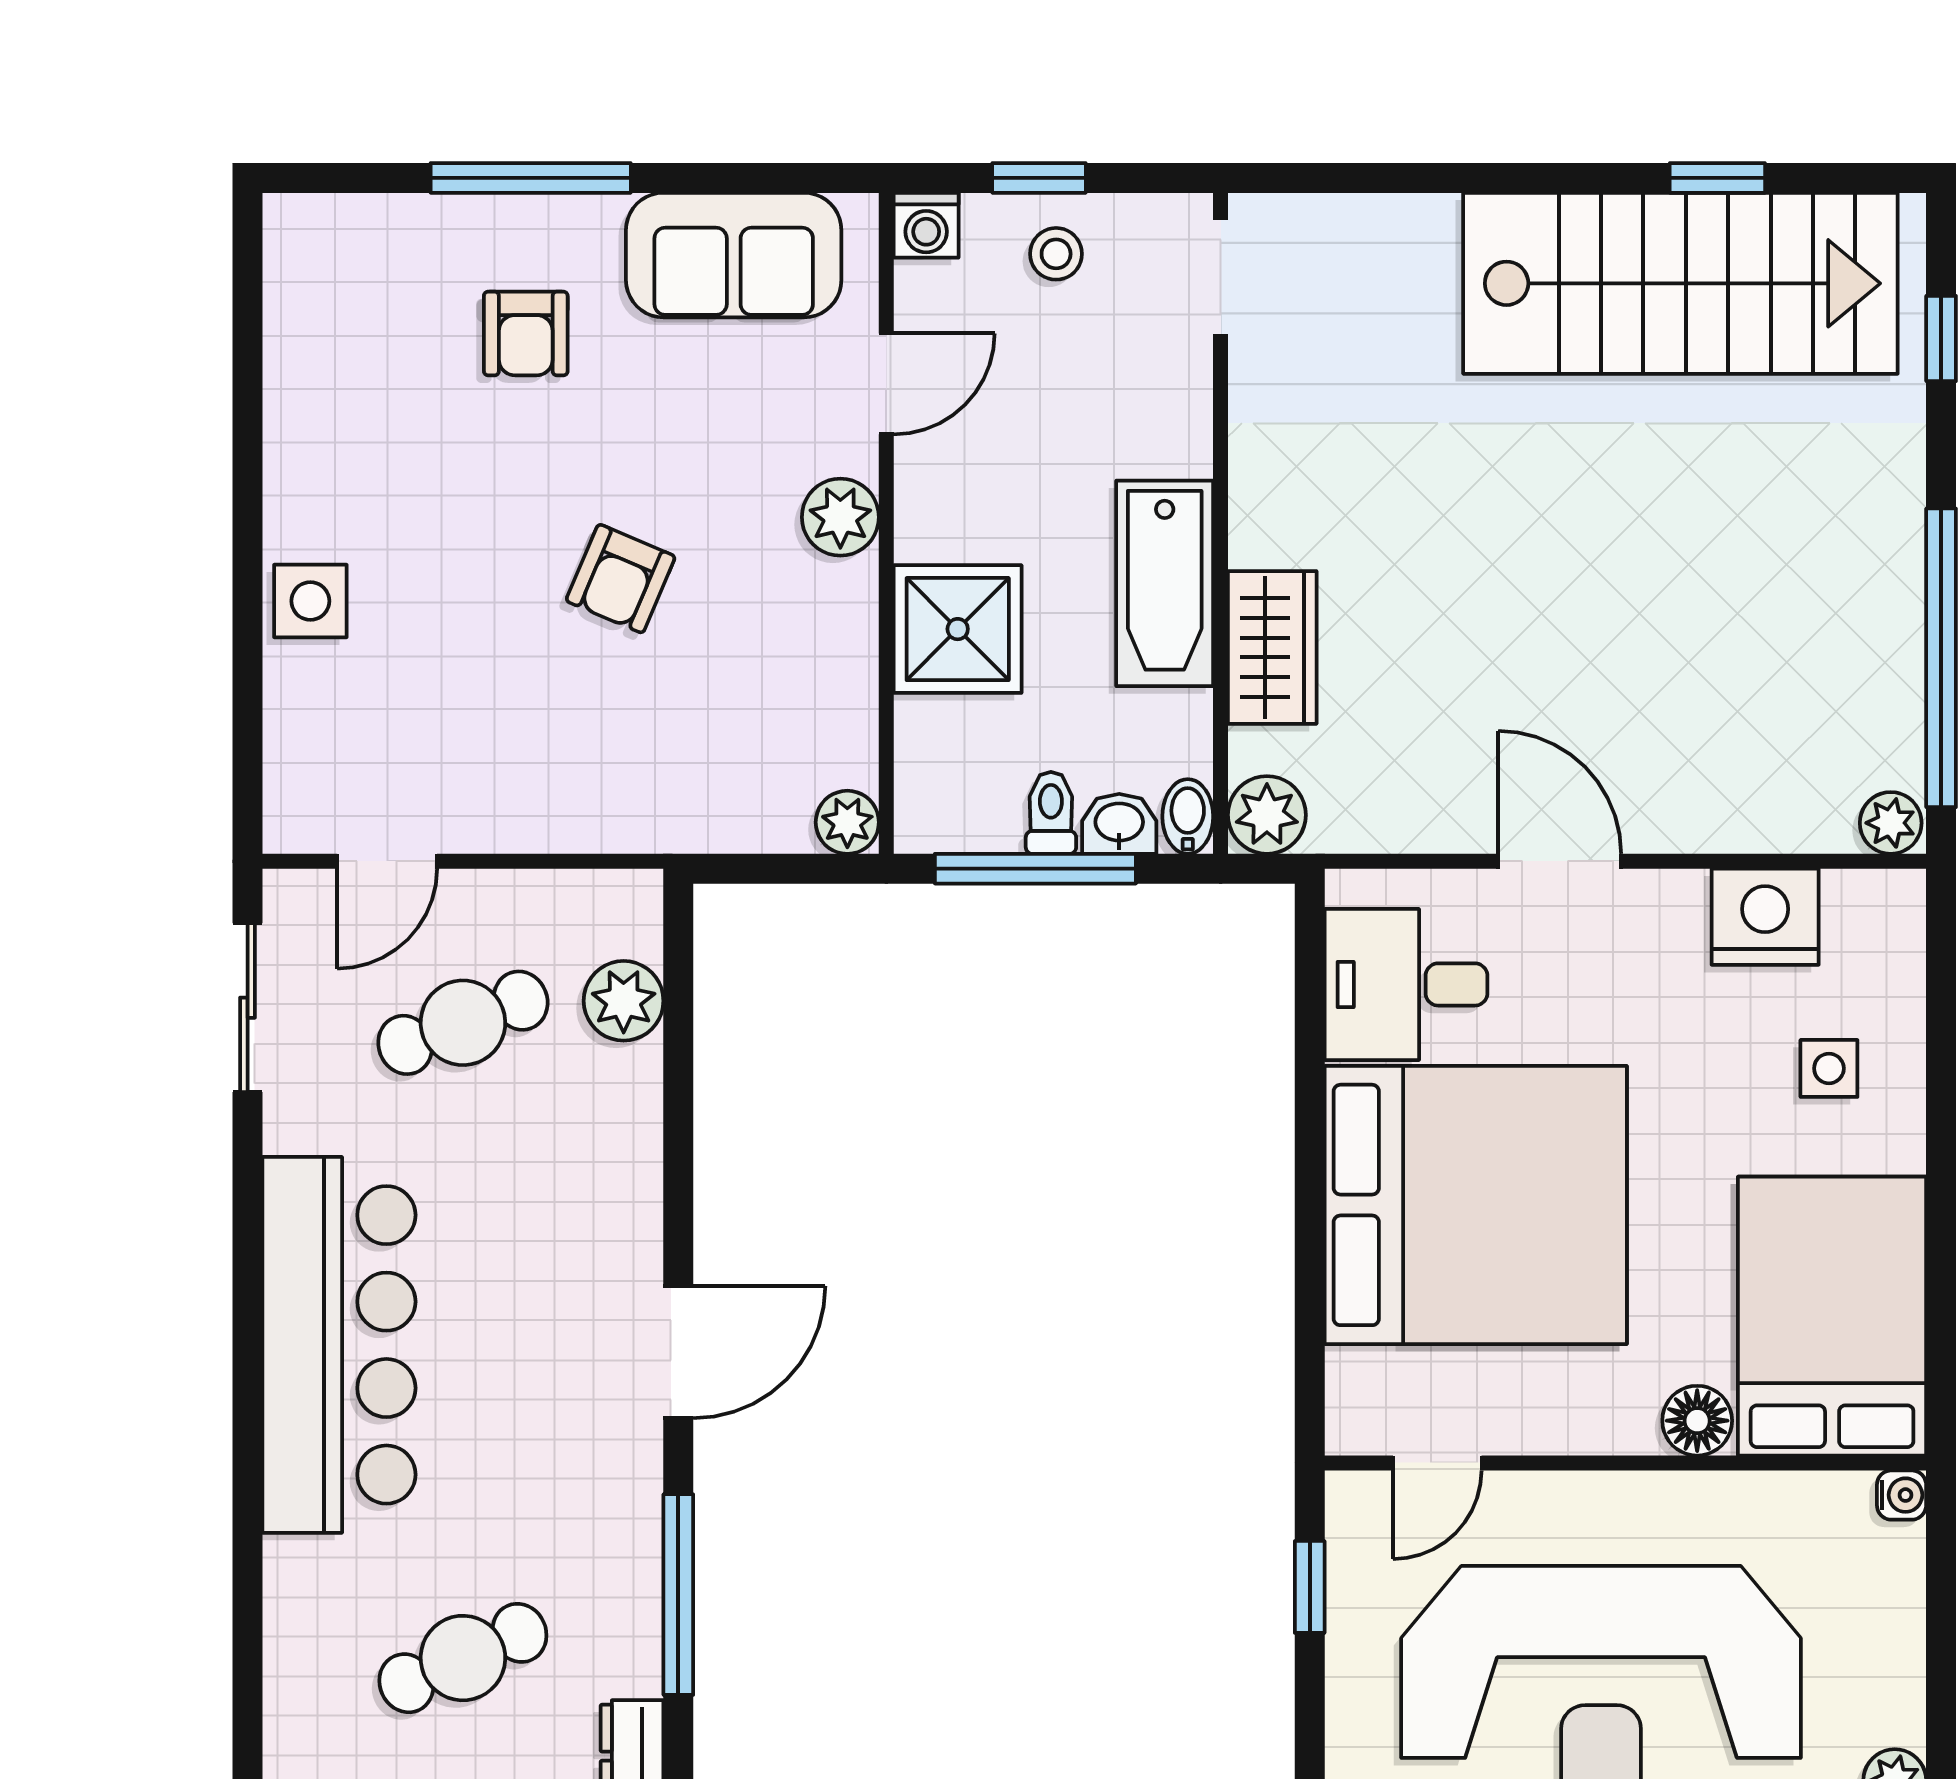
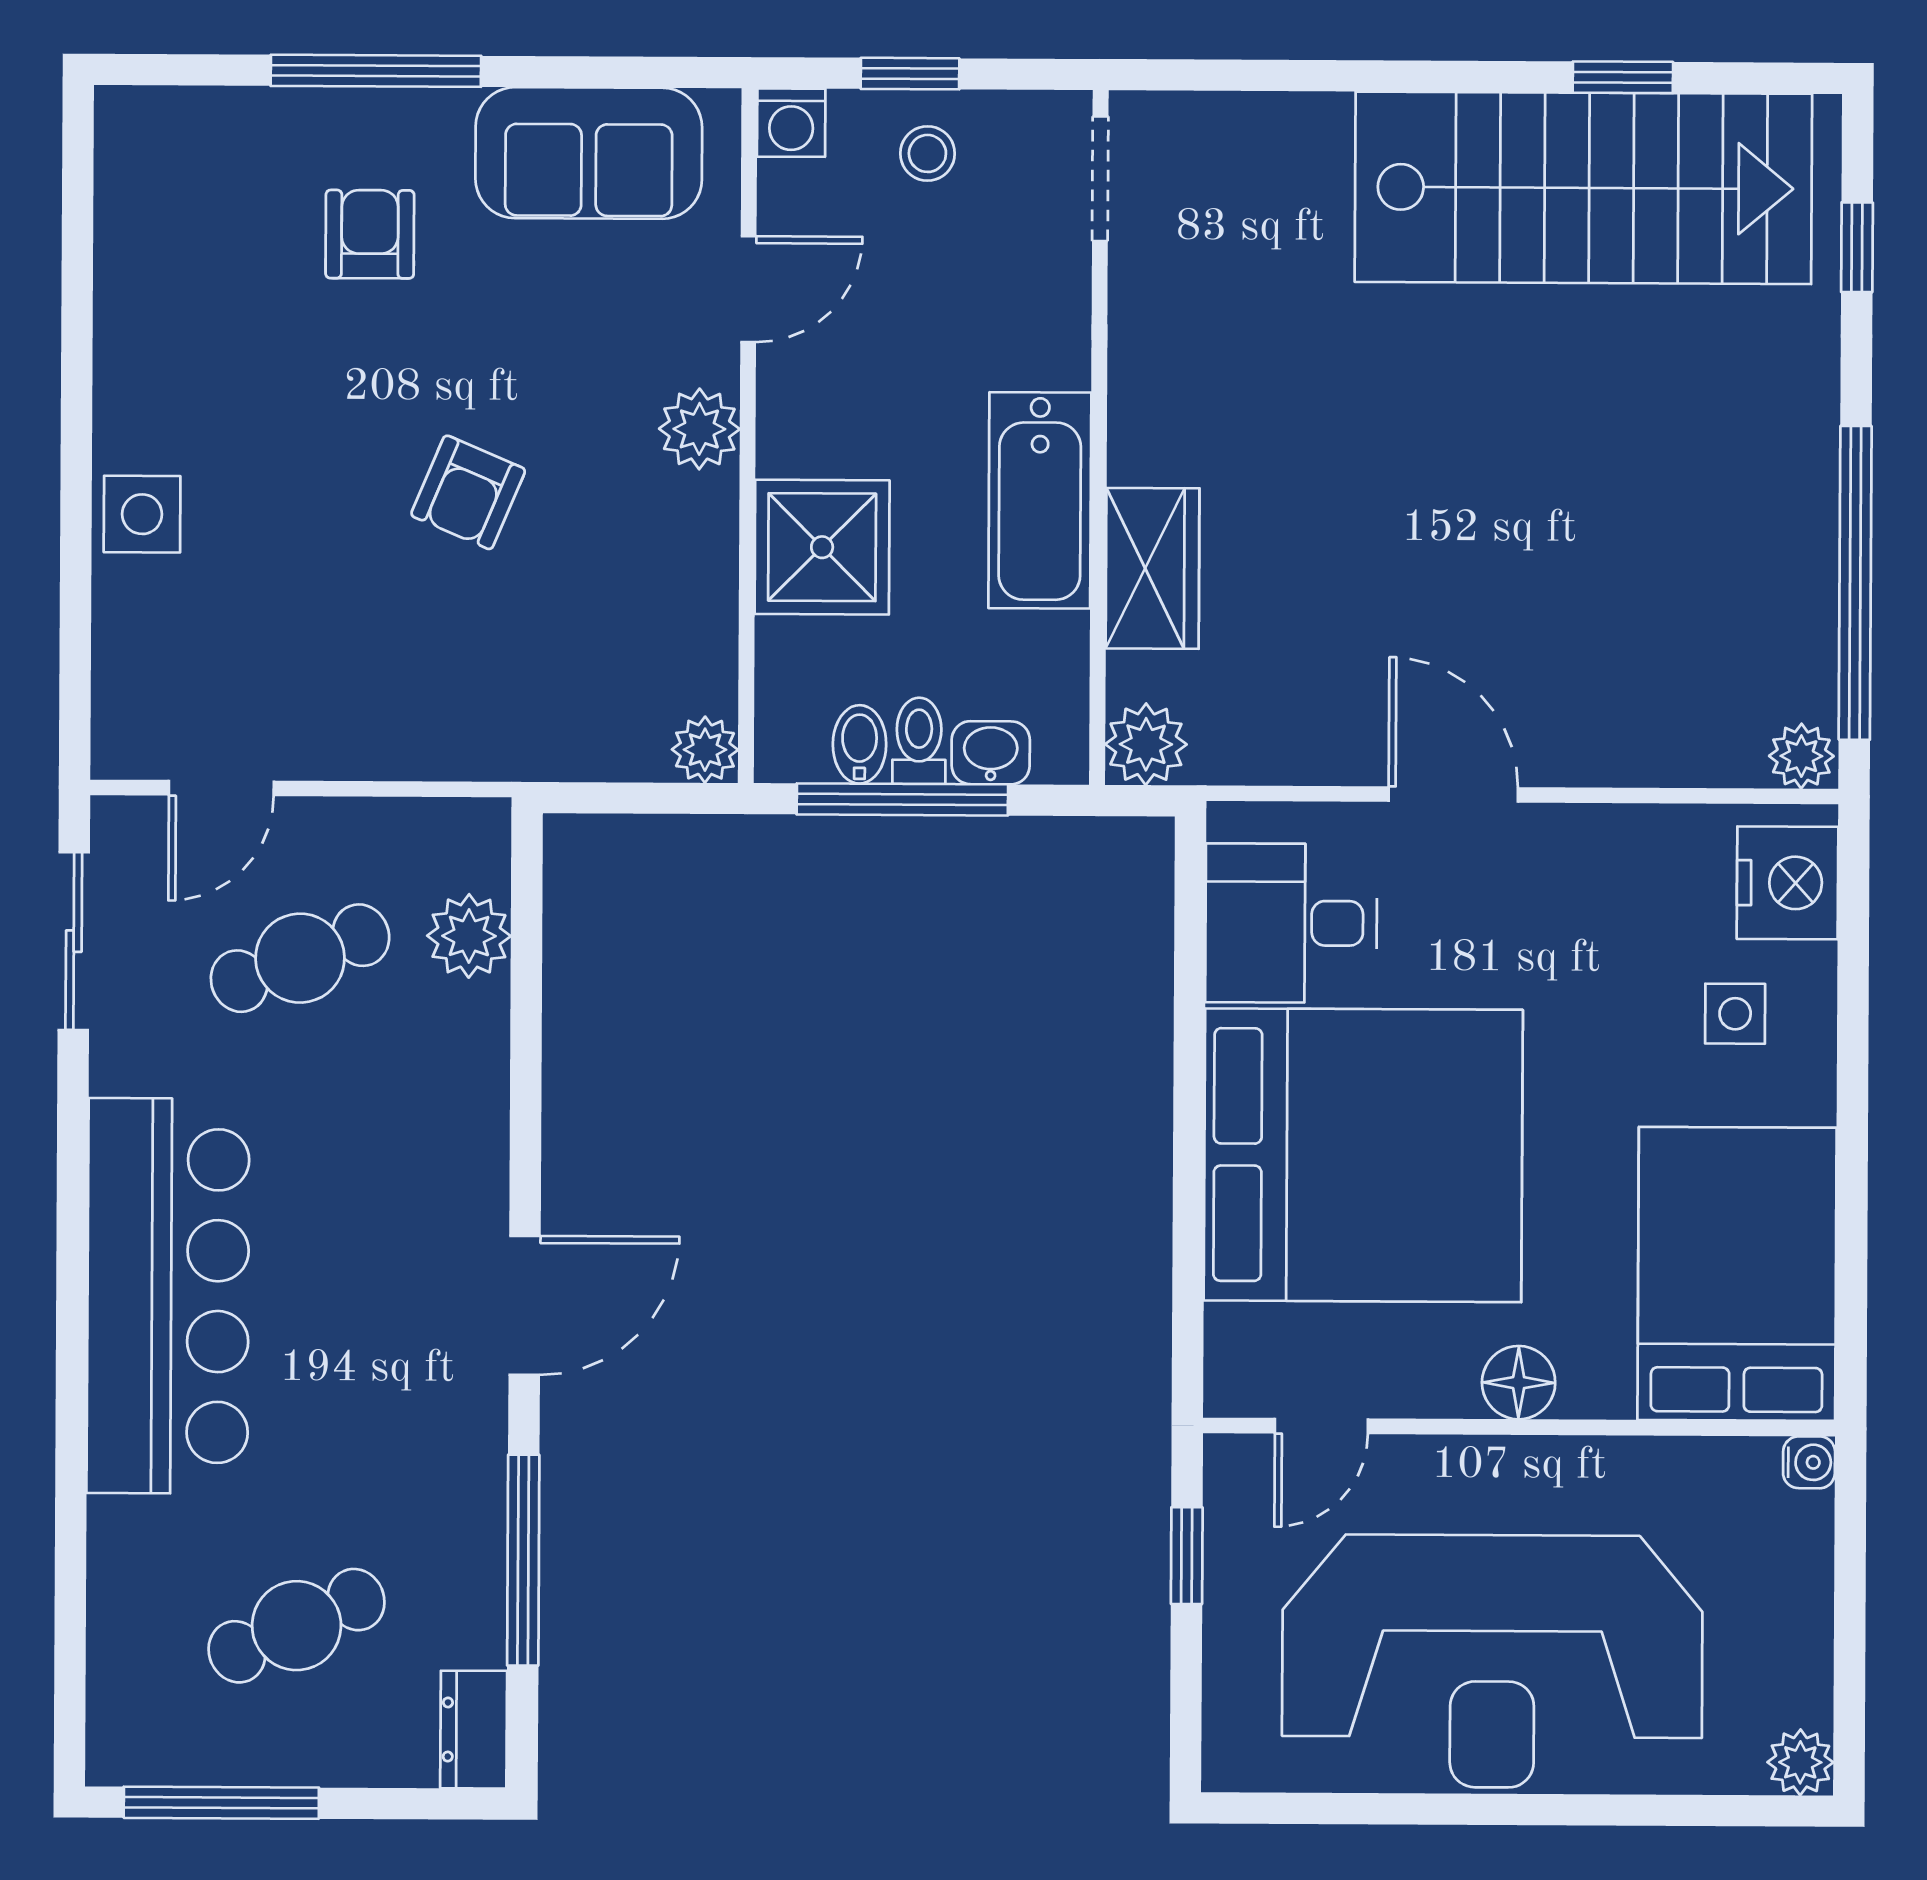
armchair: (526, 333) -> (370, 234), turned 180
bidet: (1188, 817) -> (860, 744), moved
nightstand: (1765, 917) -> (1787, 883), moved, turned 90
floor lamp: (1697, 1421) -> (1519, 1383), moved

